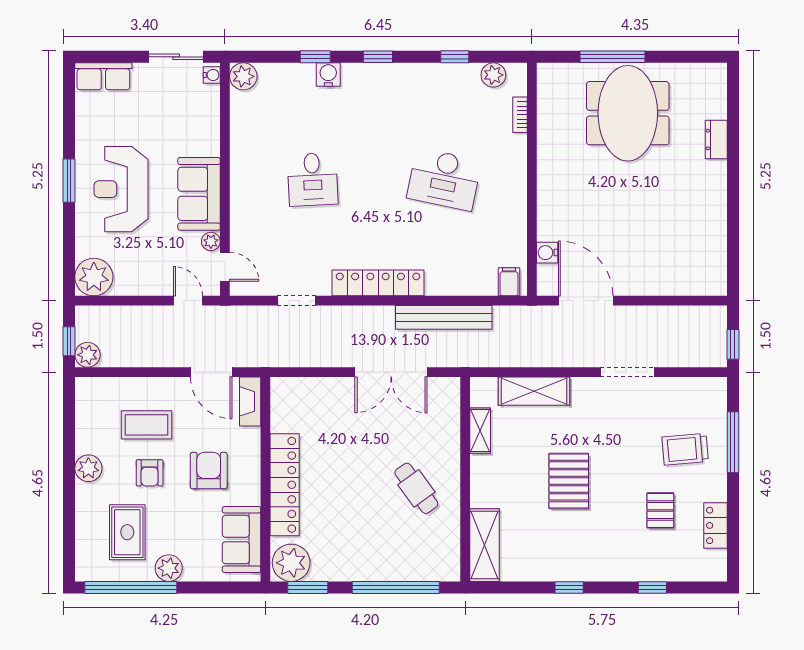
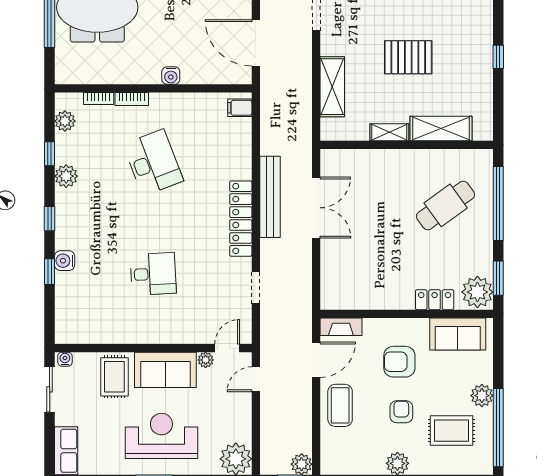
plant: (243, 76) -> (66, 176), moved
rug: (191, 134) -> (114, 377), added
bookcase: (519, 154) -> (132, 99), added
desk: (444, 179) -> (153, 163), turned -33
reception desk: (121, 189) -> (161, 436), turned 180
water cooler: (547, 253) -> (171, 76), moved
door: (586, 301) -> (256, 43), hinge flipped
bench: (444, 317) -> (270, 197), moved
coffee table: (146, 425) -> (340, 405), moved
shelving: (480, 431) -> (389, 132), moved
armchair: (150, 473) -> (401, 412), turned -90
locker: (285, 485) -> (435, 300), width x0.46, depth x0.83
cafe table: (416, 488) -> (446, 205), moved, width x1.37, depth x1.35
shelving: (485, 545) -> (441, 128), moved

